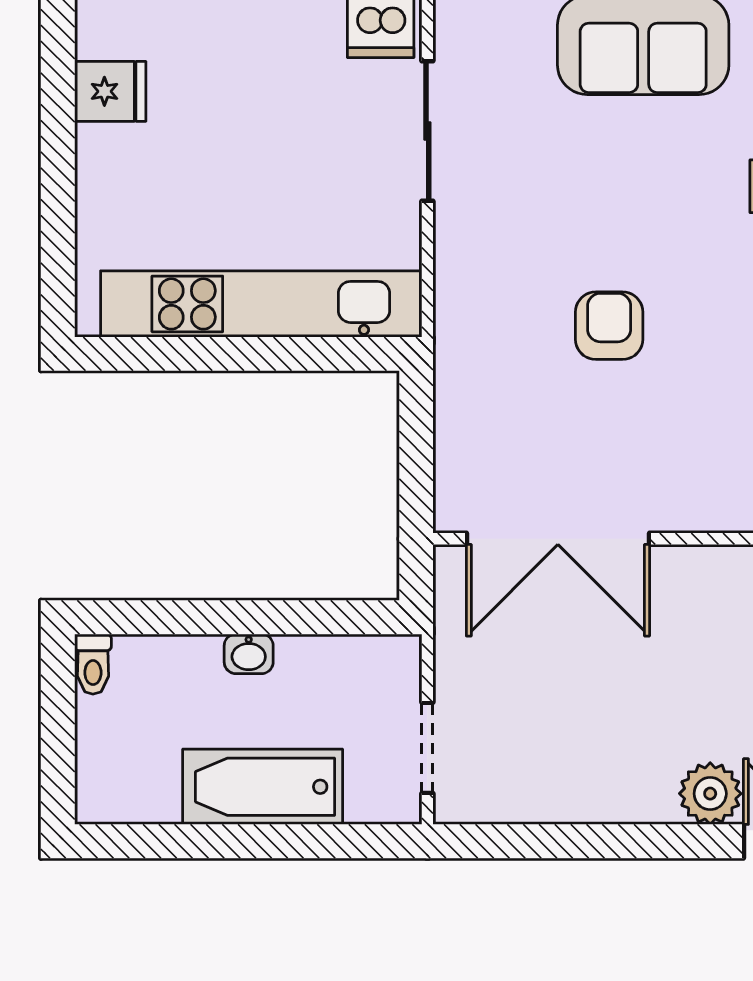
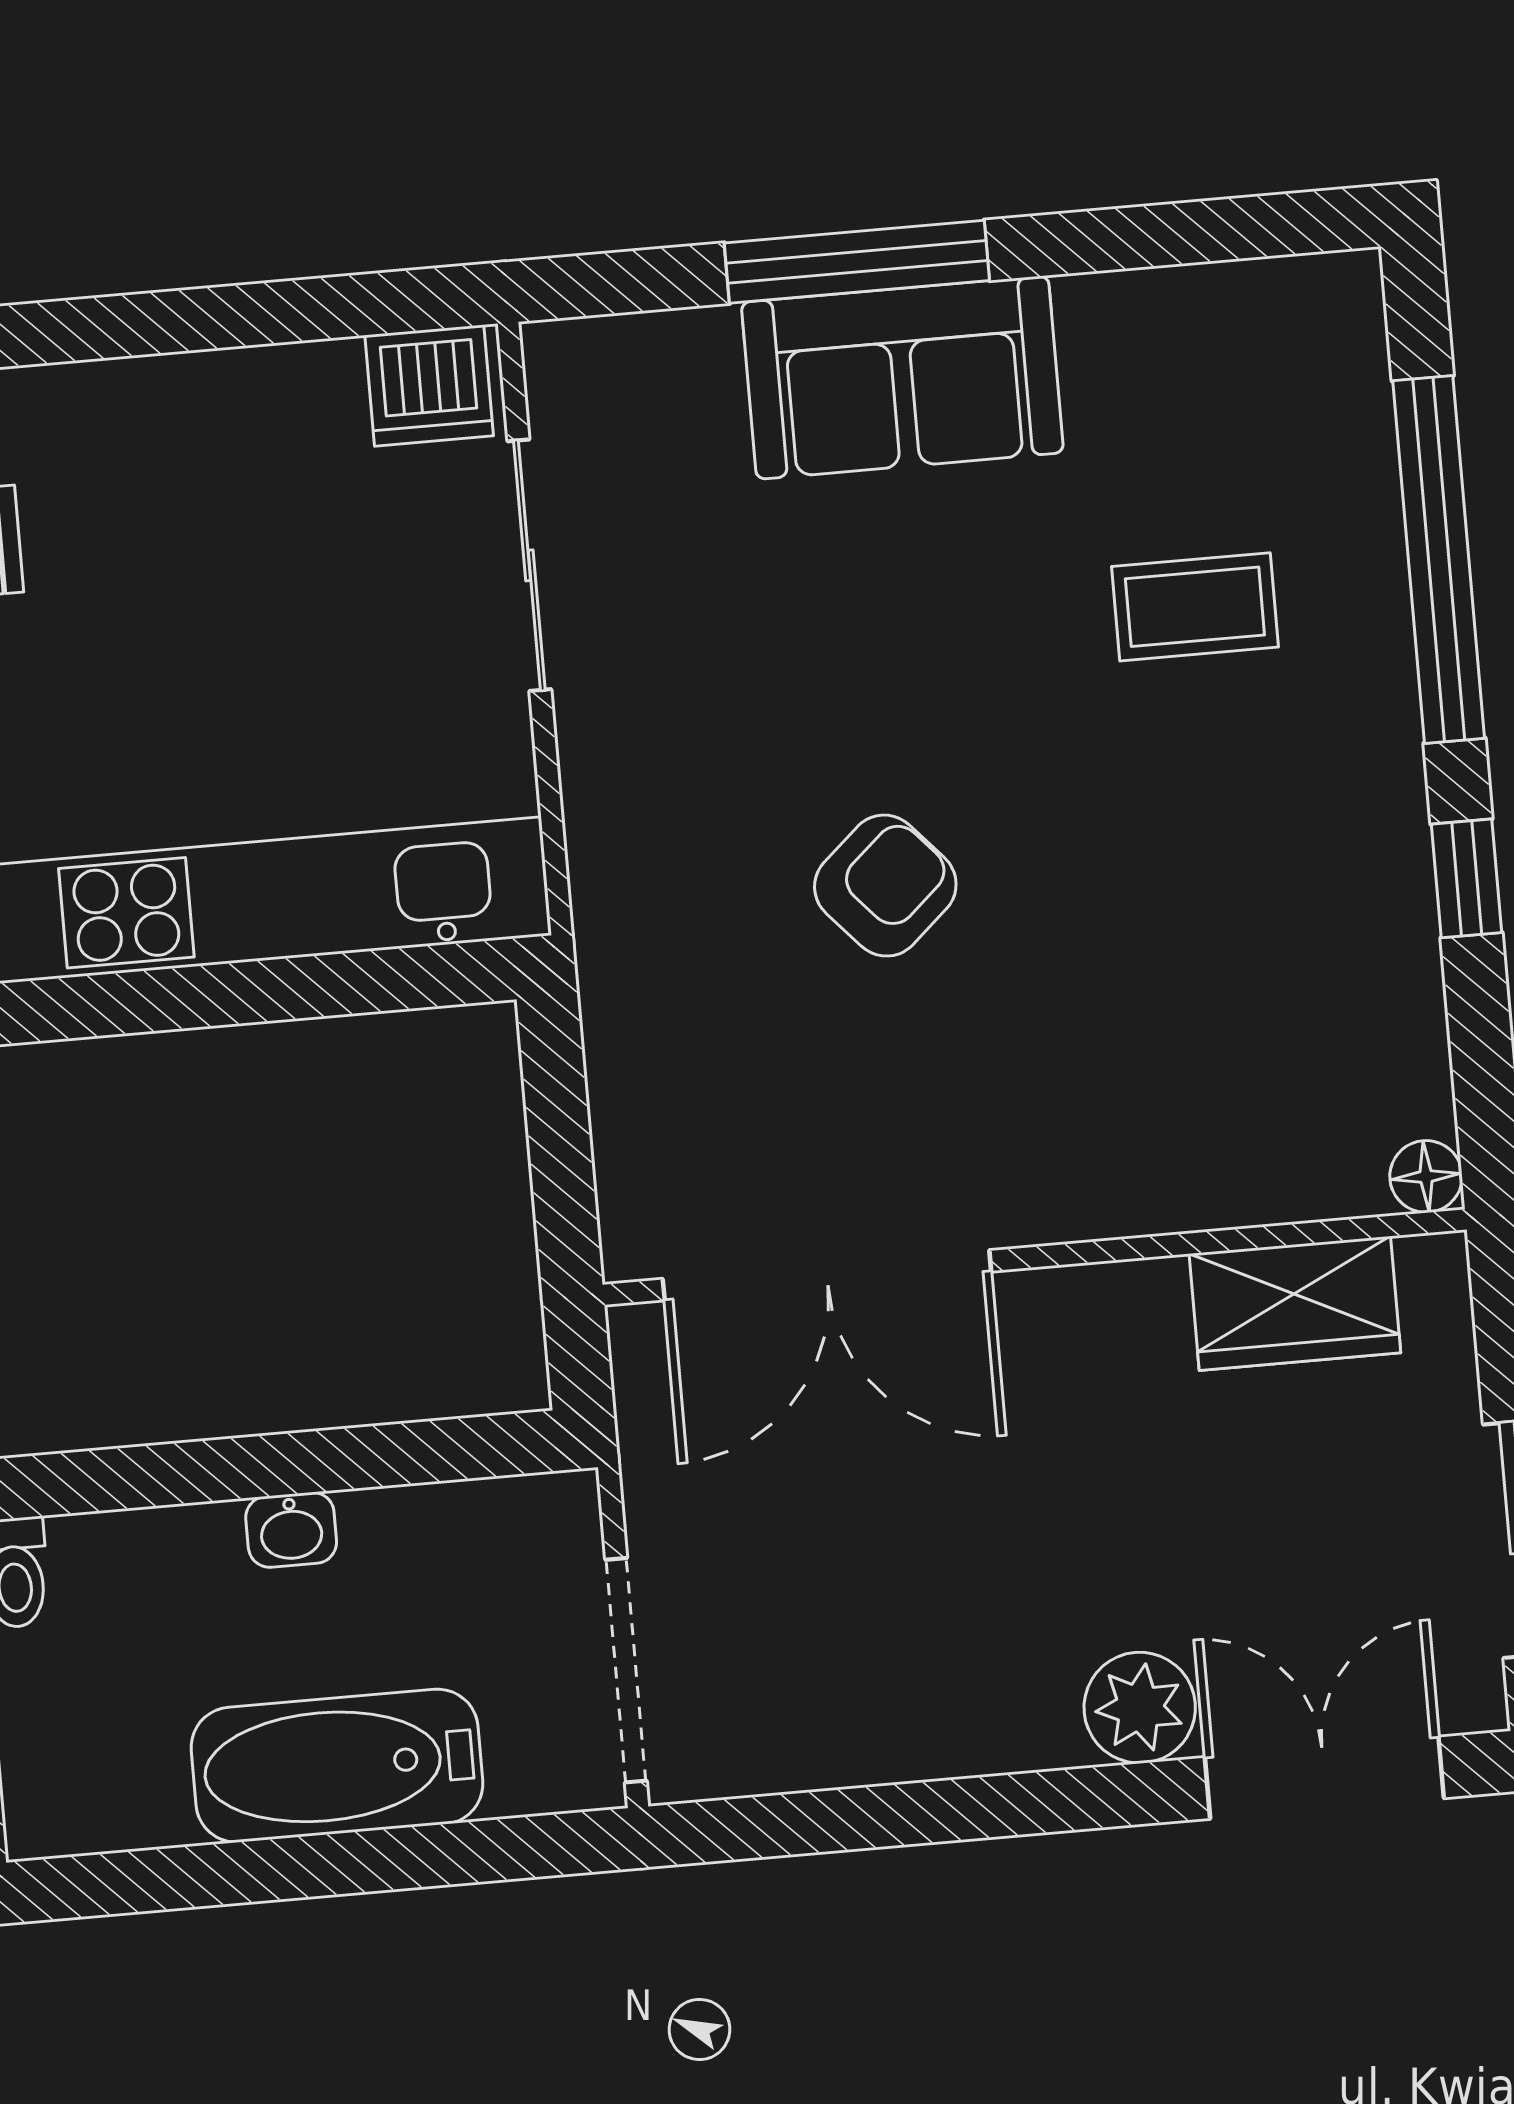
armchair: (609, 326) -> (885, 886), turned 48
doorway: (427, 748) -> (626, 1670), width x1.38

